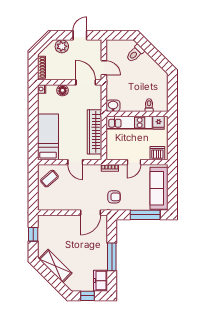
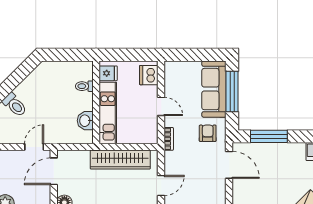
washbasin: (113, 106) -> (85, 121), moved
sofa: (159, 188) -> (214, 89), moved, turned 90
window: (112, 257) -> (269, 136), moved

